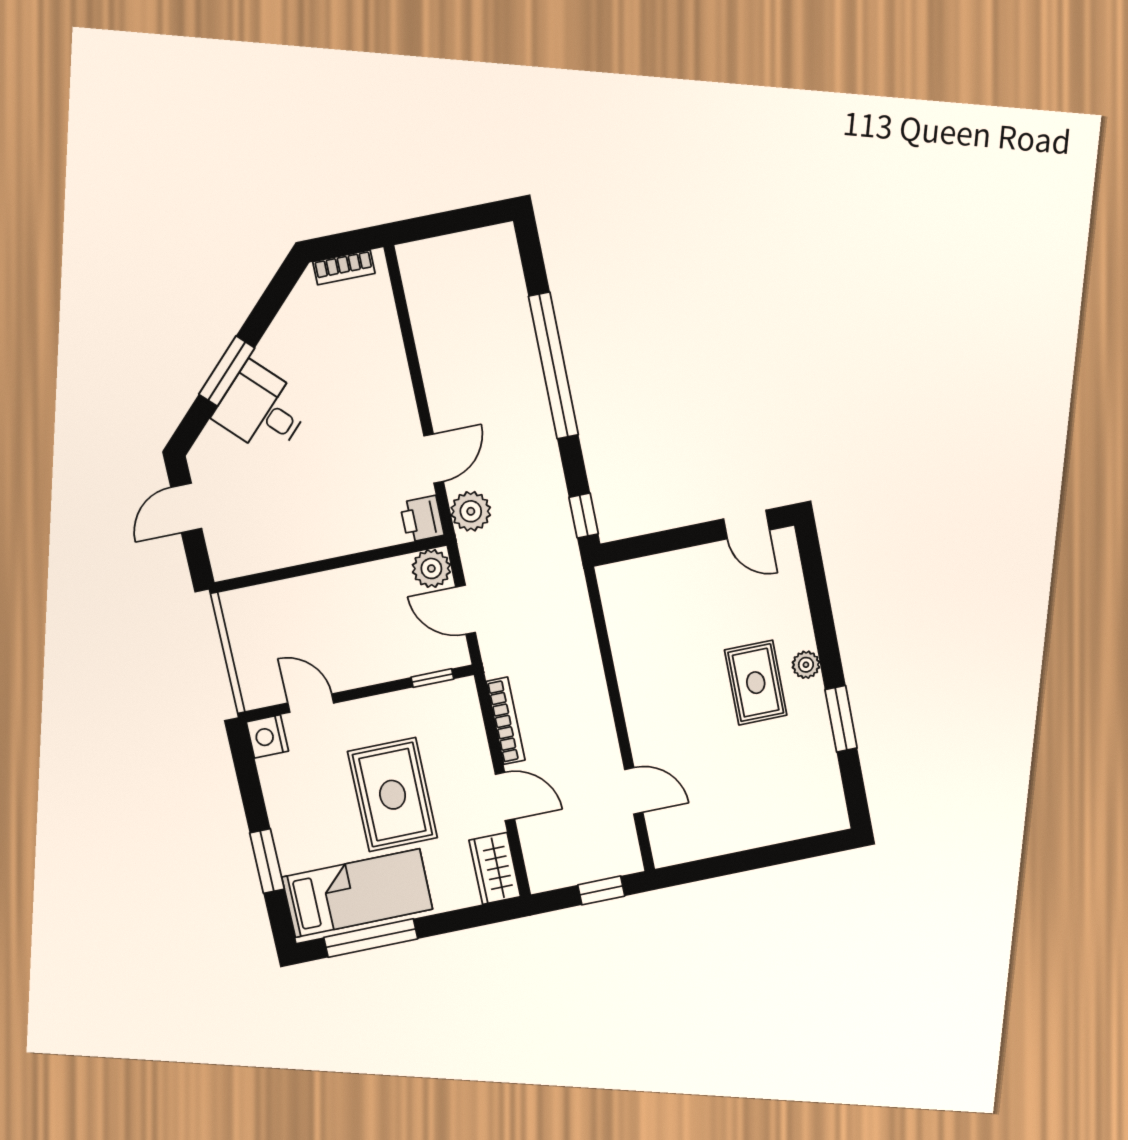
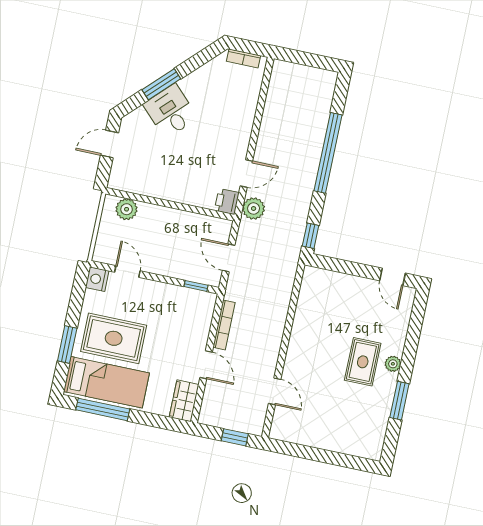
plant: (431, 568) -> (127, 209), moved
rug: (393, 795) -> (114, 338), moved, turned 90

